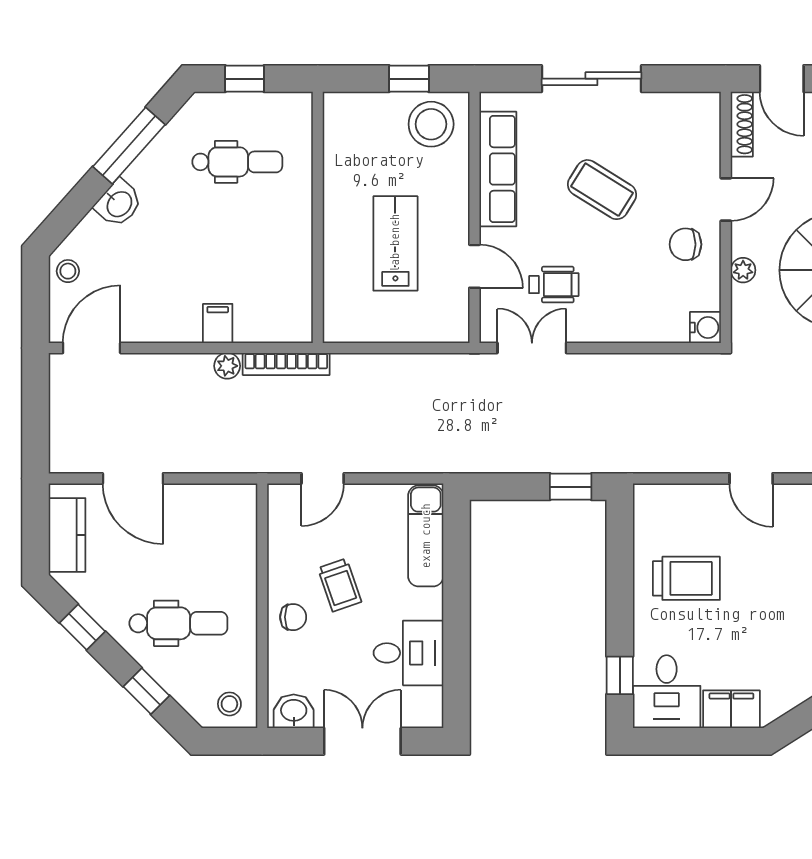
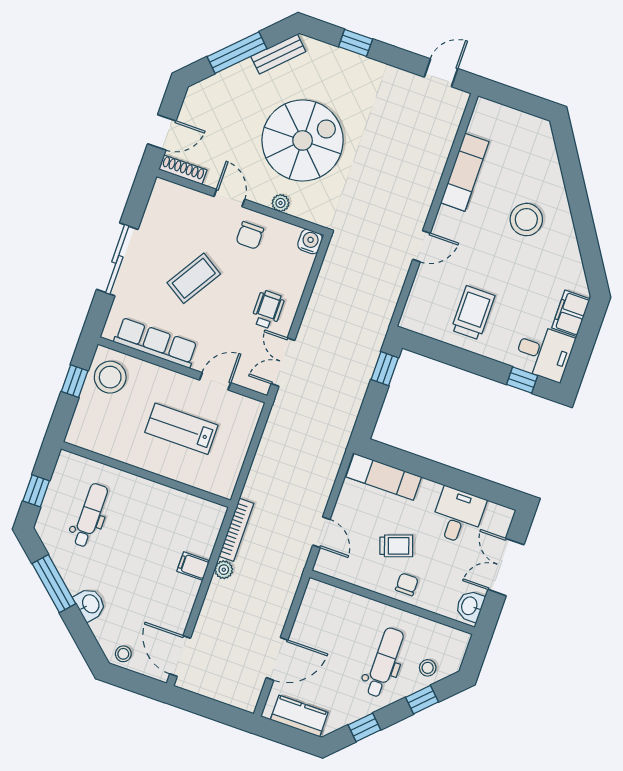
wheelchair: (554, 285) -> (268, 310), moved
stool: (229, 704) -> (428, 668), moved

